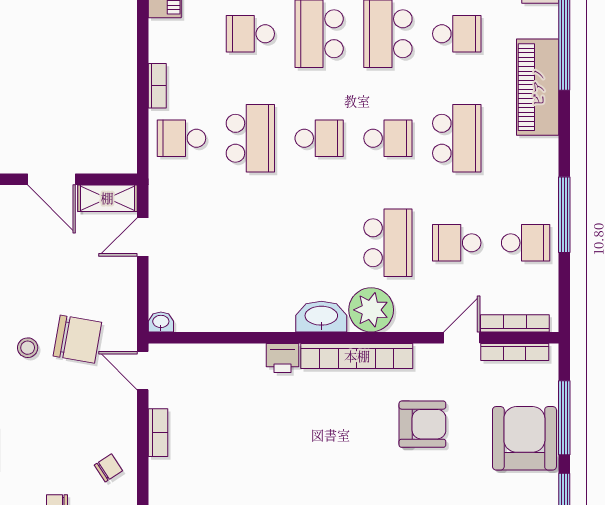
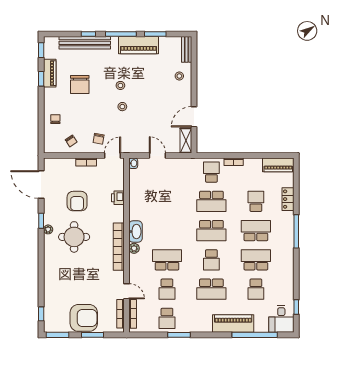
school desk: (319, 138) -> (211, 231), width x1.85
window: (564, 215) -> (179, 335), width x0.69
door: (143, 237) -> (157, 156), moved
school desk: (388, 243) -> (167, 260), turned 180
school desk: (457, 243) -> (167, 289), turned 180
plant: (371, 310) -> (134, 248), width x0.53, depth x0.53
chair: (77, 339) -> (99, 139), moved, width x0.54, depth x0.54
printer: (283, 358) -> (118, 198), moved
window: (564, 418) -> (93, 335), width x0.69
armchair: (422, 424) -> (77, 201), moved
round table: (334, 461) -> (74, 237), added

